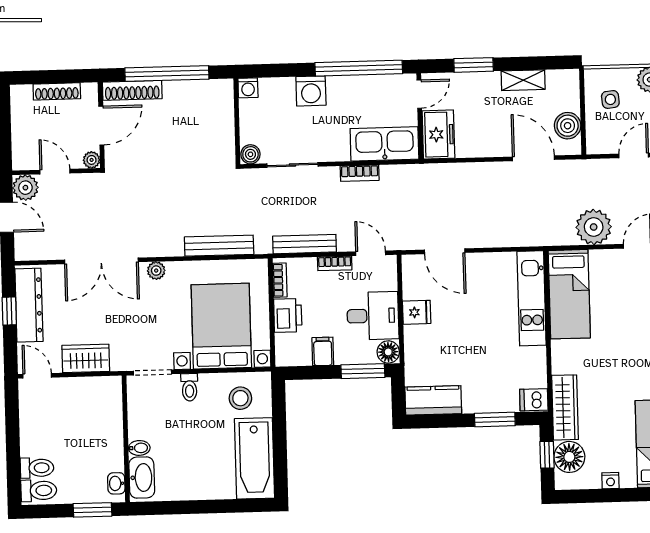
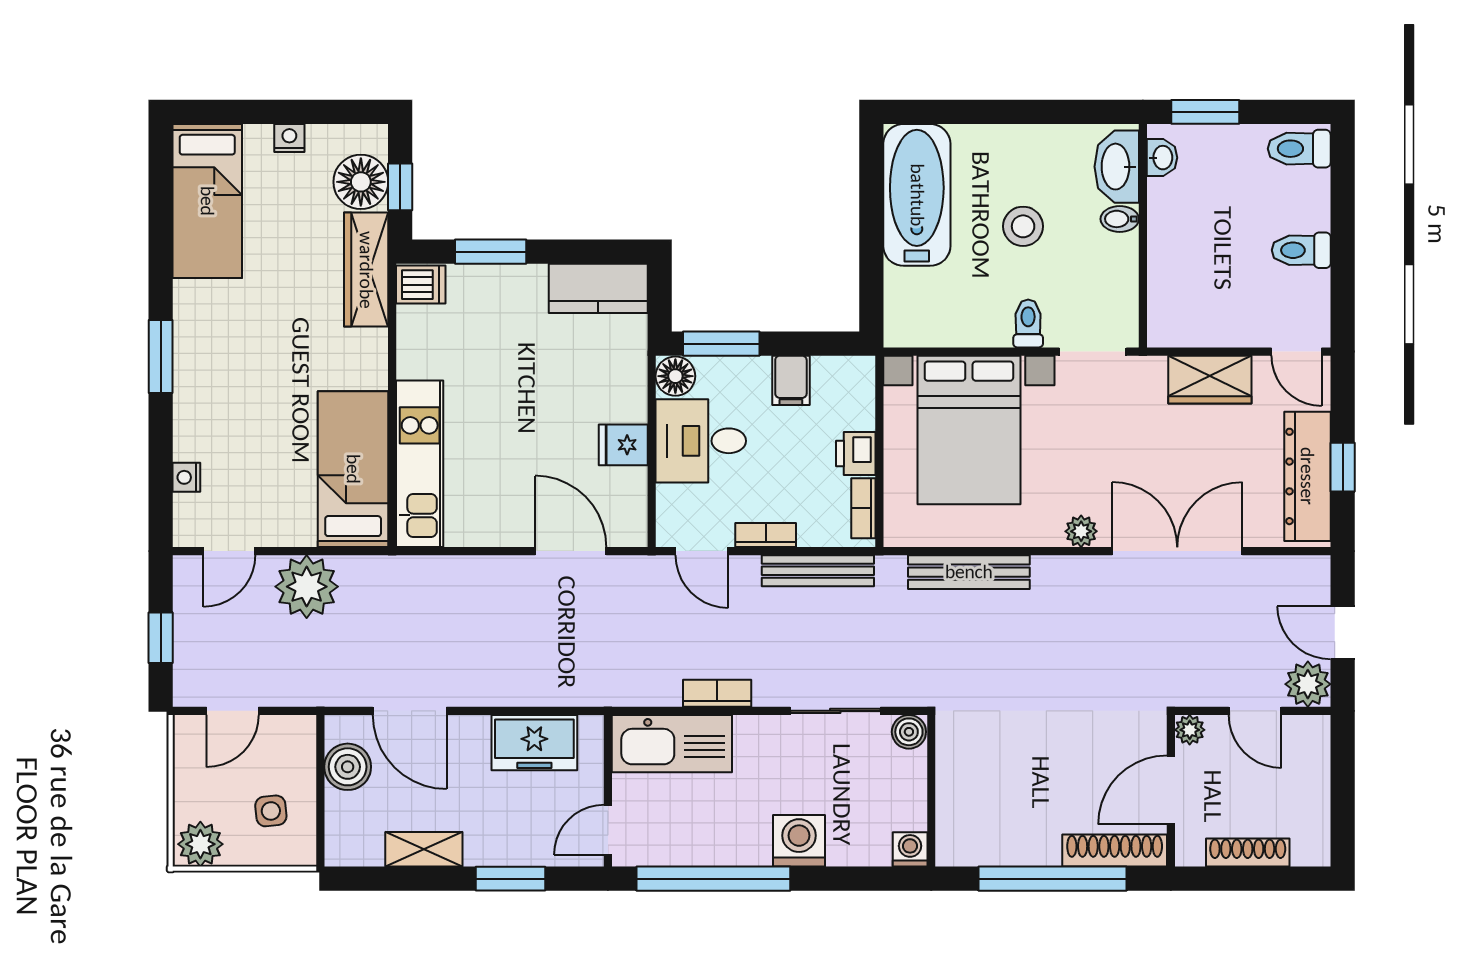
freezer: (438, 134) -> (534, 743), moved, turned -90
printer: (288, 315) -> (856, 453), width x0.73, depth x0.81
stool: (240, 398) -> (1023, 226), moved
toilet: (37, 468) -> (1301, 250), moved

